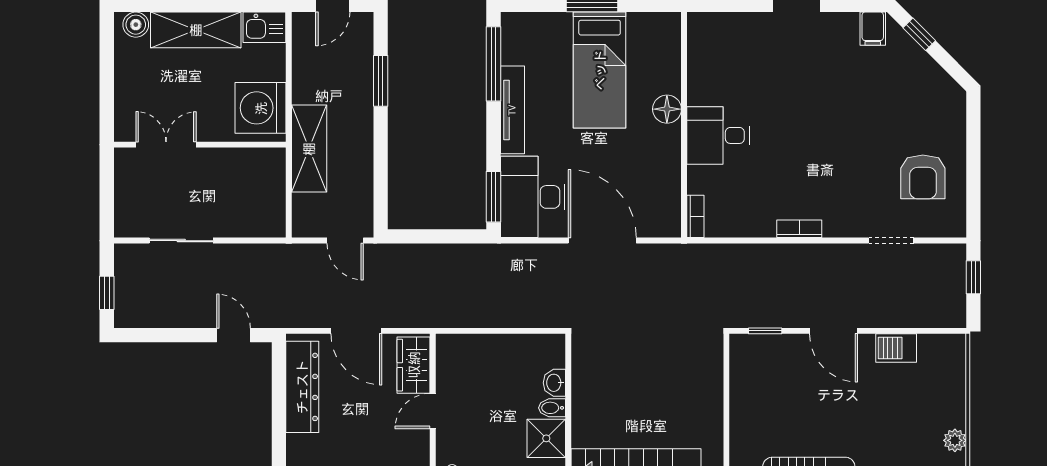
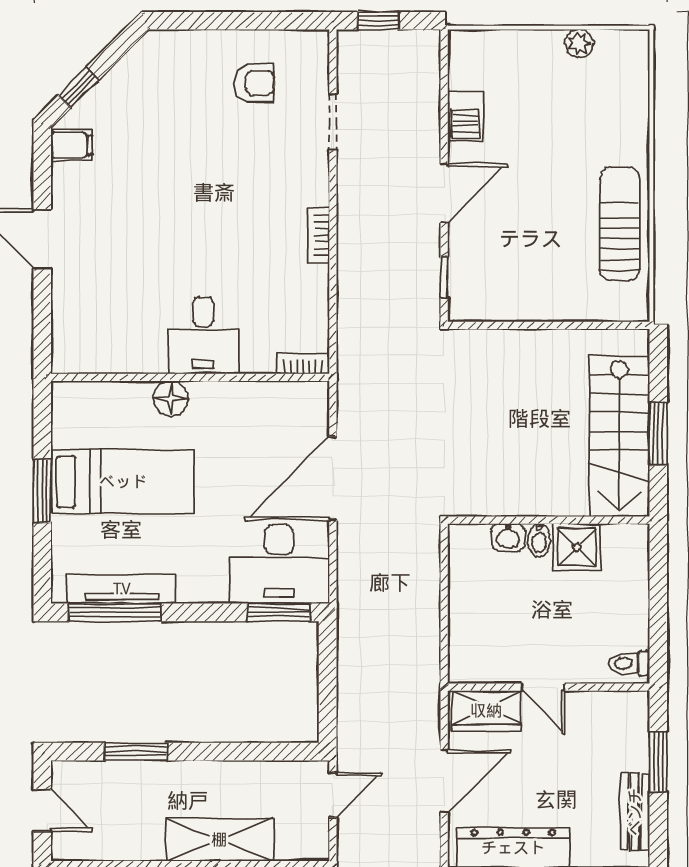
tv unit: (512, 110) -> (122, 589), moved
armchair: (923, 177) -> (254, 83), width x0.72, depth x0.72

